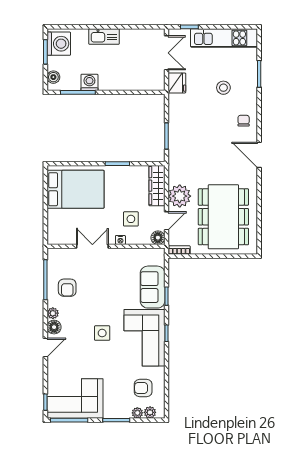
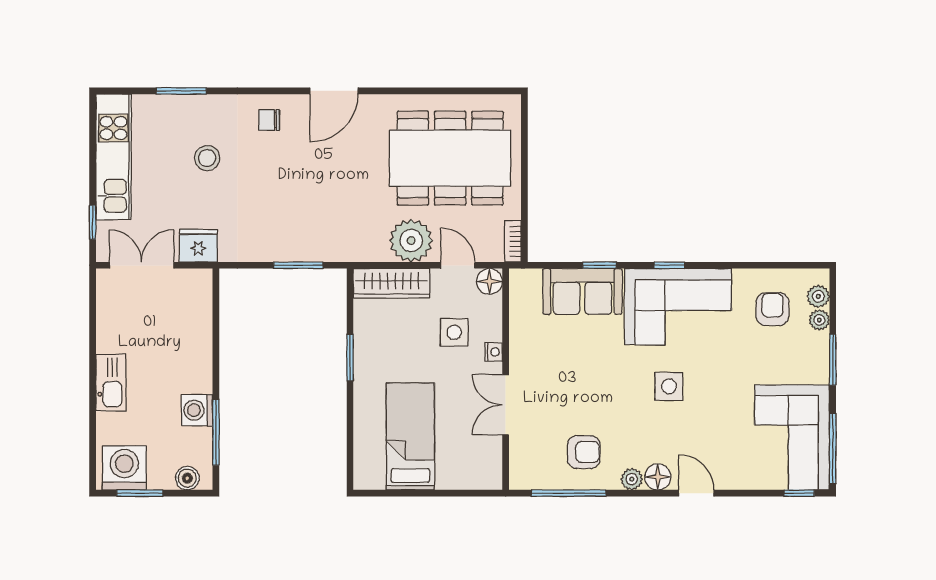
bed: (75, 189) -> (410, 437), width x0.67
armchair: (143, 388) -> (772, 309), turned 180

